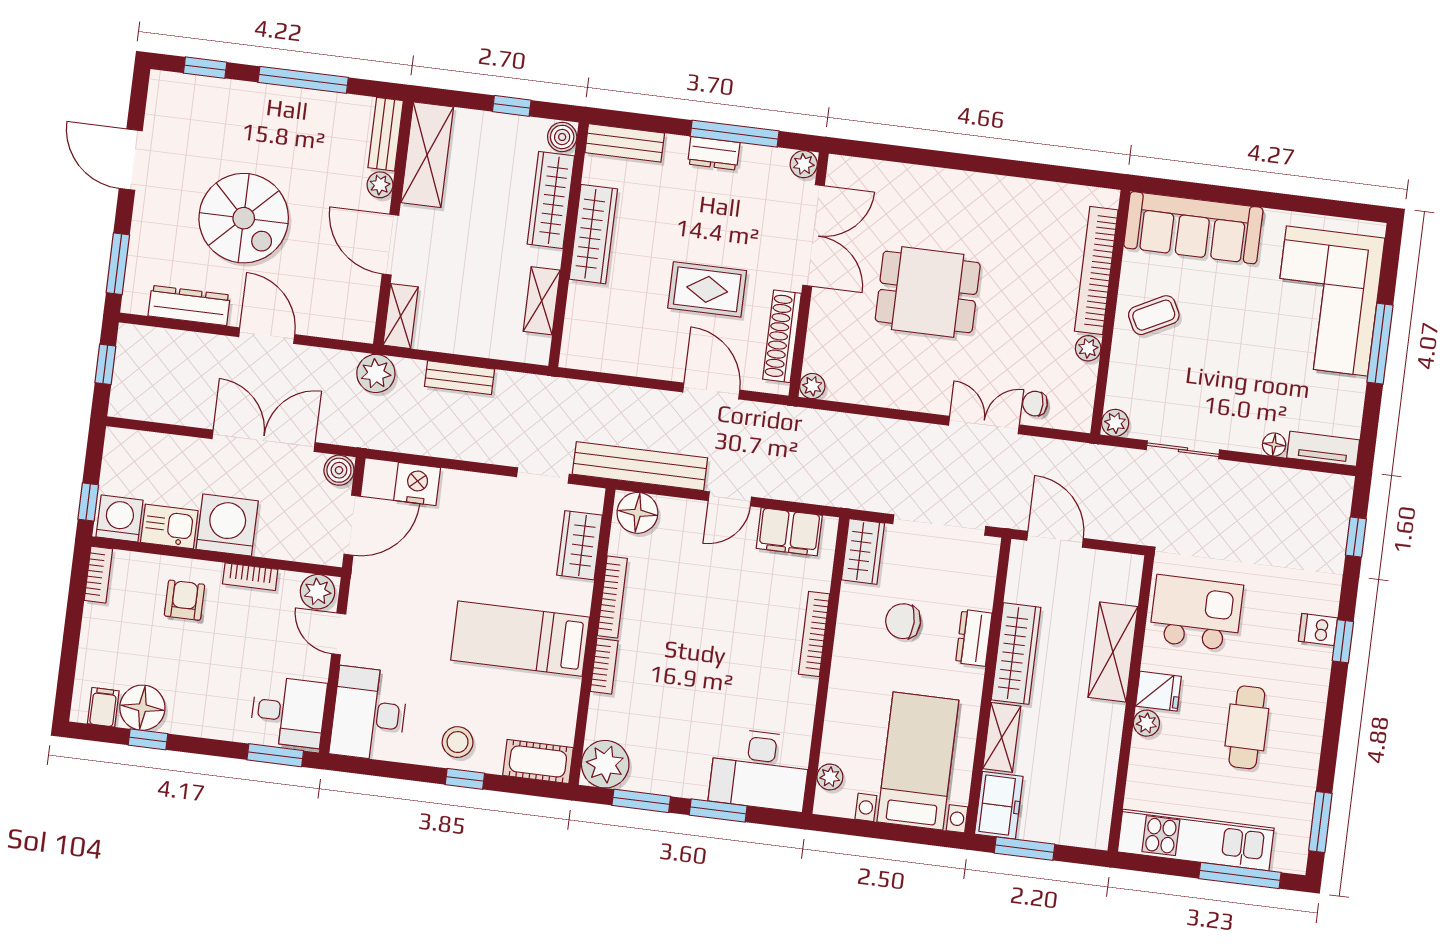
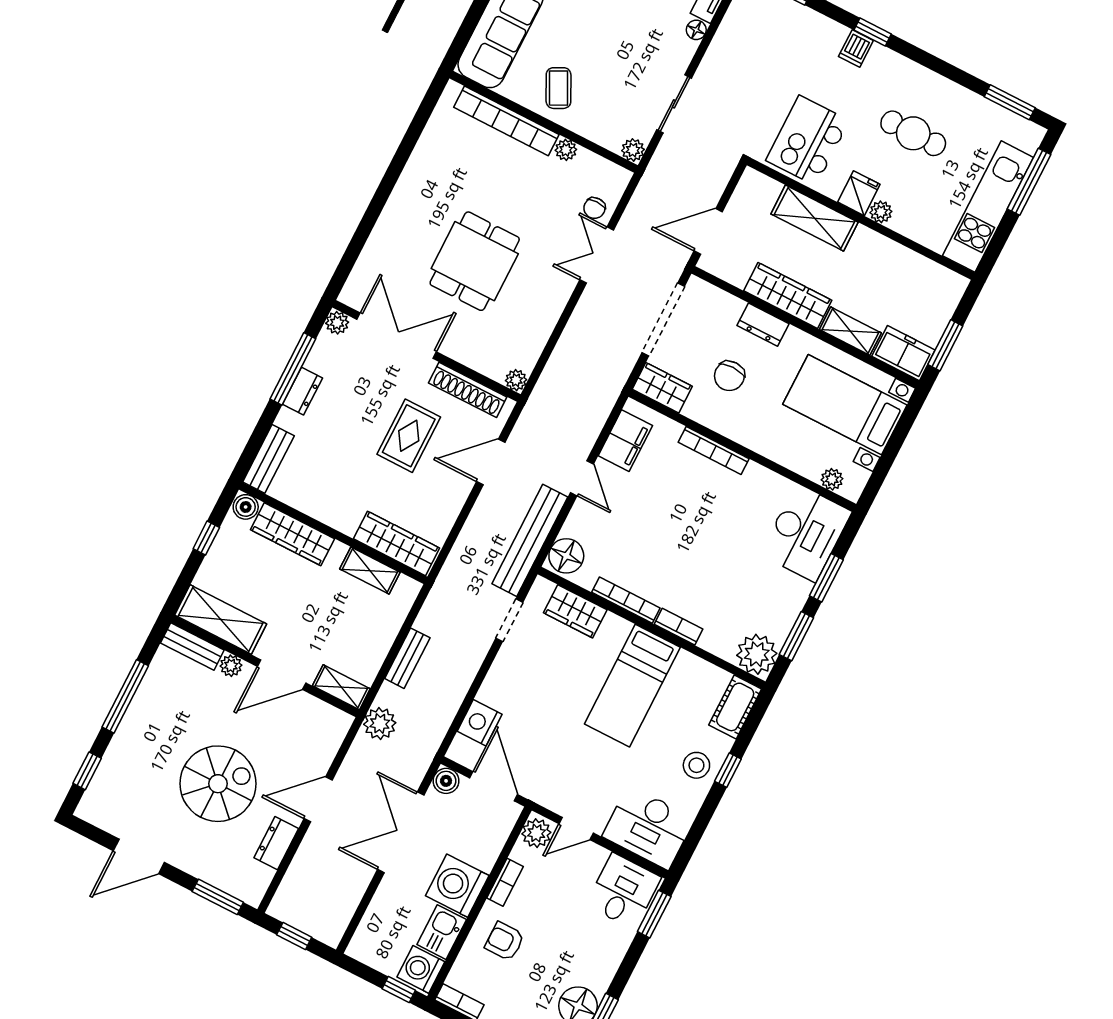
wardrobe: (593, 234) -> (397, 543), moved
dresser: (189, 305) -> (276, 843), width x0.70

